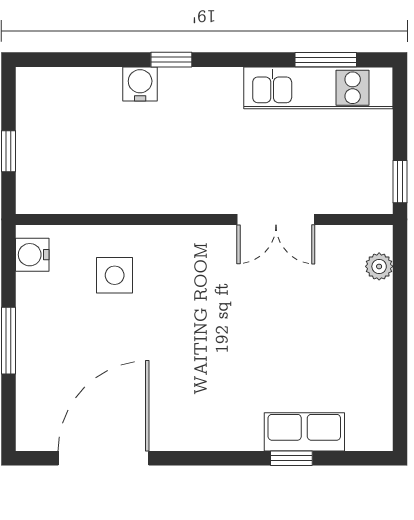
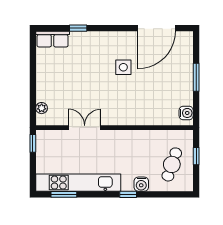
kitchen unit: (318, 88) -> (78, 183), width x1.36
cafe table: (67, 131) -> (172, 164), added
side table: (115, 275) -> (123, 67), moved
row of seats: (304, 432) -> (53, 39), moved

